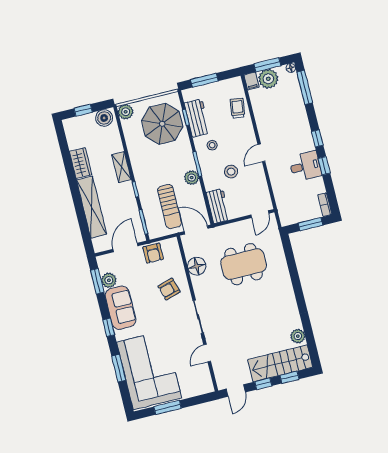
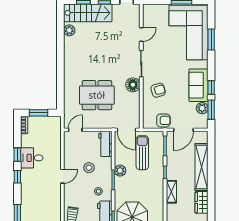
armchair: (153, 253) -> (163, 120), turned 90
floor lamp: (197, 266) -> (133, 85), moved
window: (109, 327) -> (211, 87), moved

